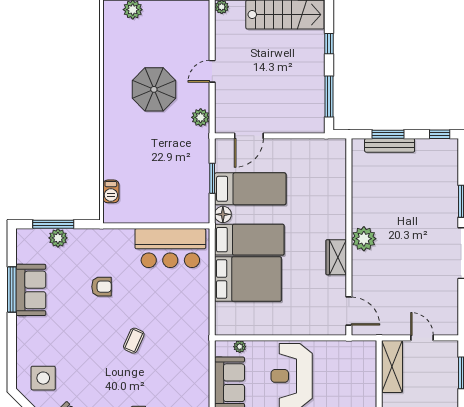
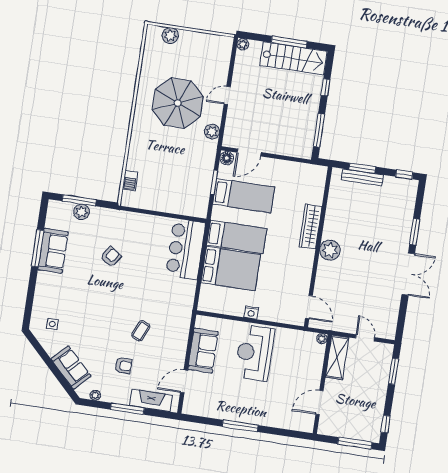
parasol: (154, 89) -> (178, 103), width x1.36, depth x1.36
floor lamp: (223, 214) -> (227, 158), moved
bar counter: (170, 248) -> (186, 249), moved, turned 90
wardrobe: (336, 257) -> (311, 226), moved, width x1.50
armchair: (101, 287) -> (111, 257), turned -56
nightstand: (281, 328) -> (251, 313), added
coffee table: (134, 341) -> (141, 331), moved
plant: (240, 347) -> (322, 339), moved
side table: (43, 378) -> (52, 324), width x0.54, depth x0.54

